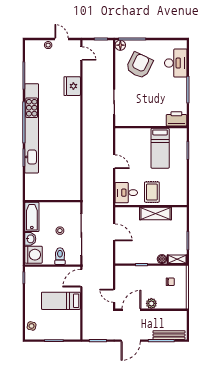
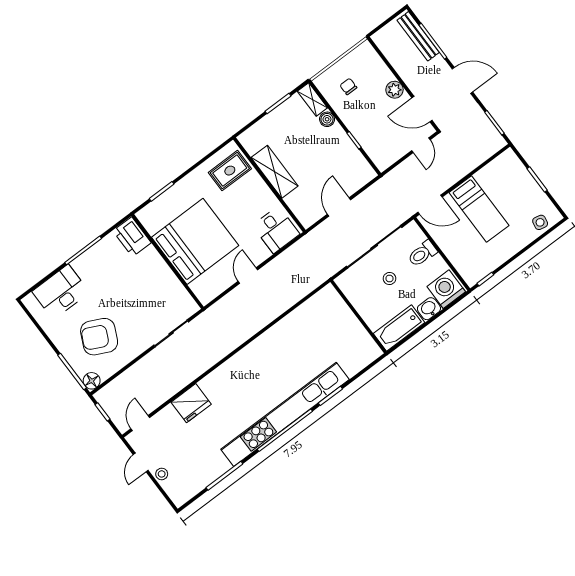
bed: (160, 148) -> (195, 241), width x2.04
rug: (152, 192) -> (230, 171), moved

